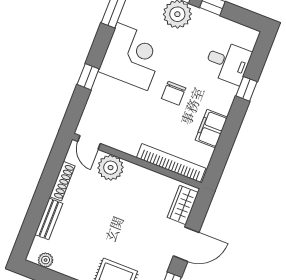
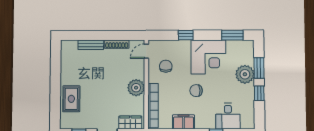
chair: (122, 123) -> (166, 66), added
plant: (111, 168) -> (136, 88), moved
plant: (46, 260) -> (65, 53), removed

